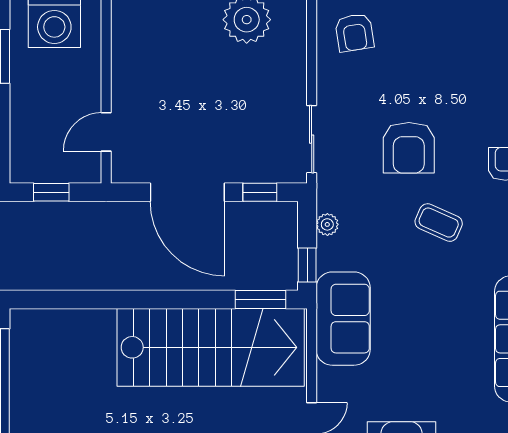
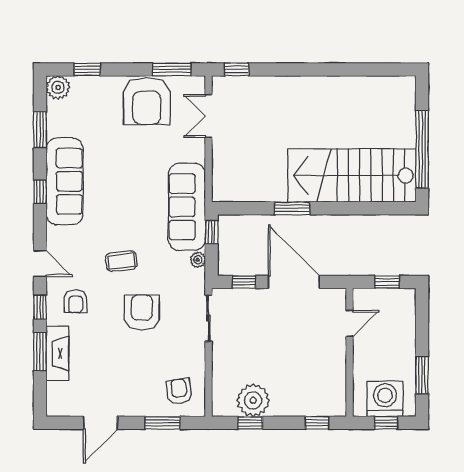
coffee table: (439, 223) -> (121, 261), turned -30
window: (260, 299) -> (292, 208), moved
sofa: (343, 319) -> (187, 207), width x1.36
stairs: (211, 347) -> (352, 176), moved

